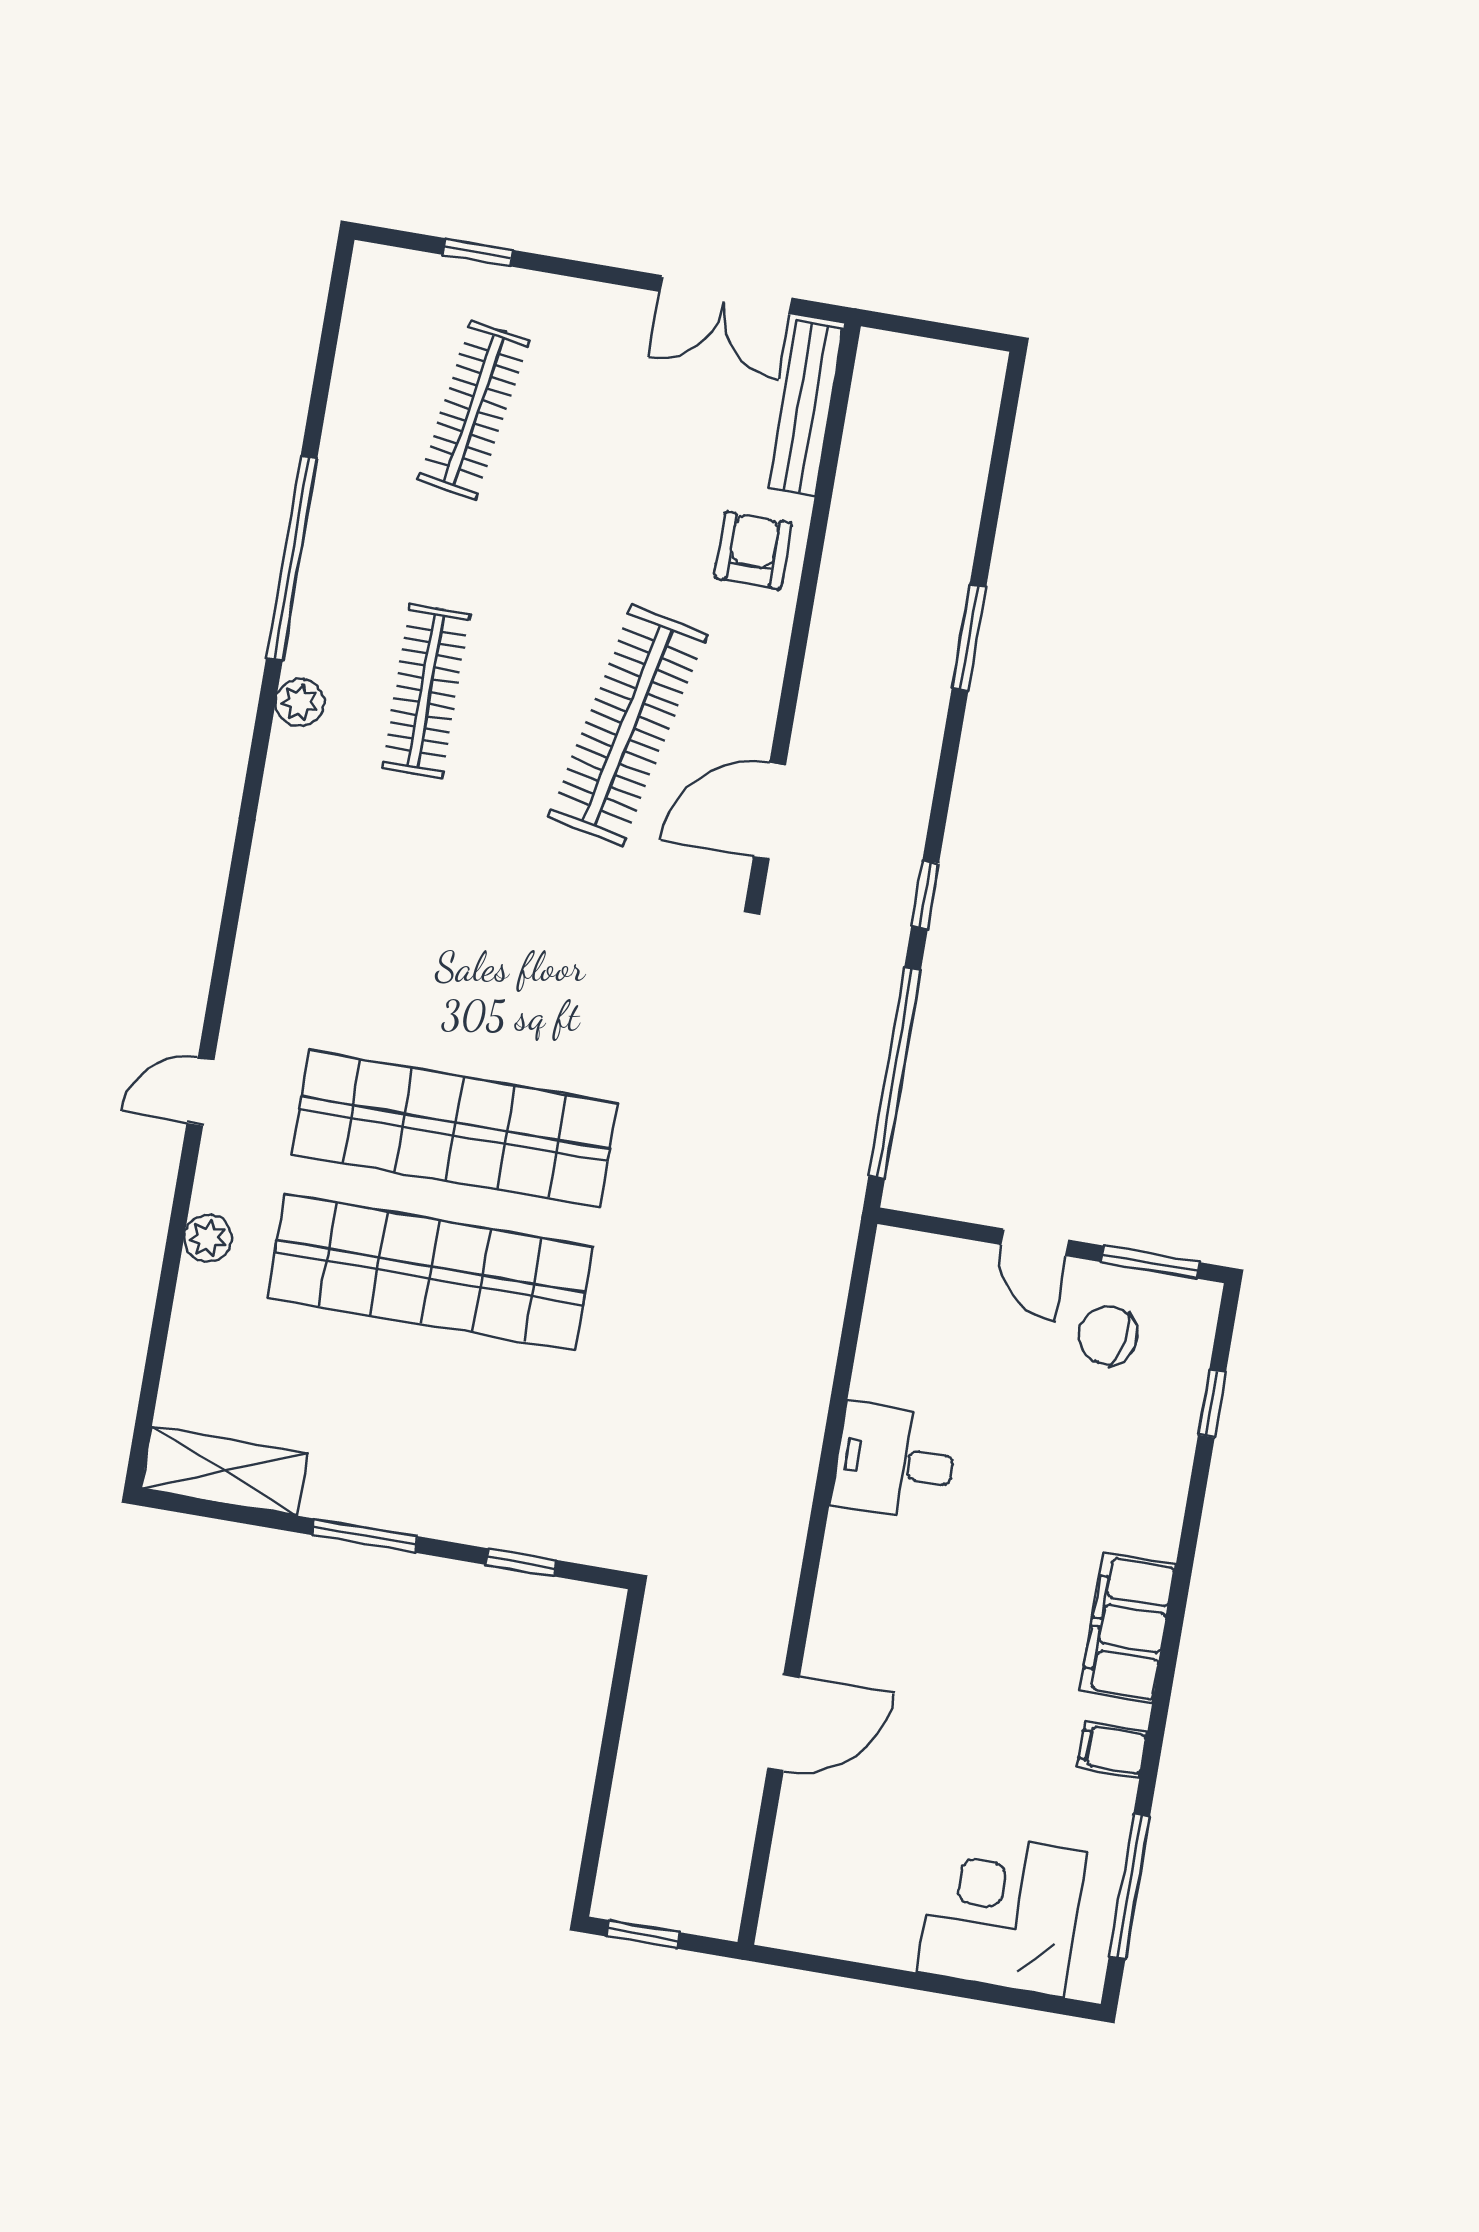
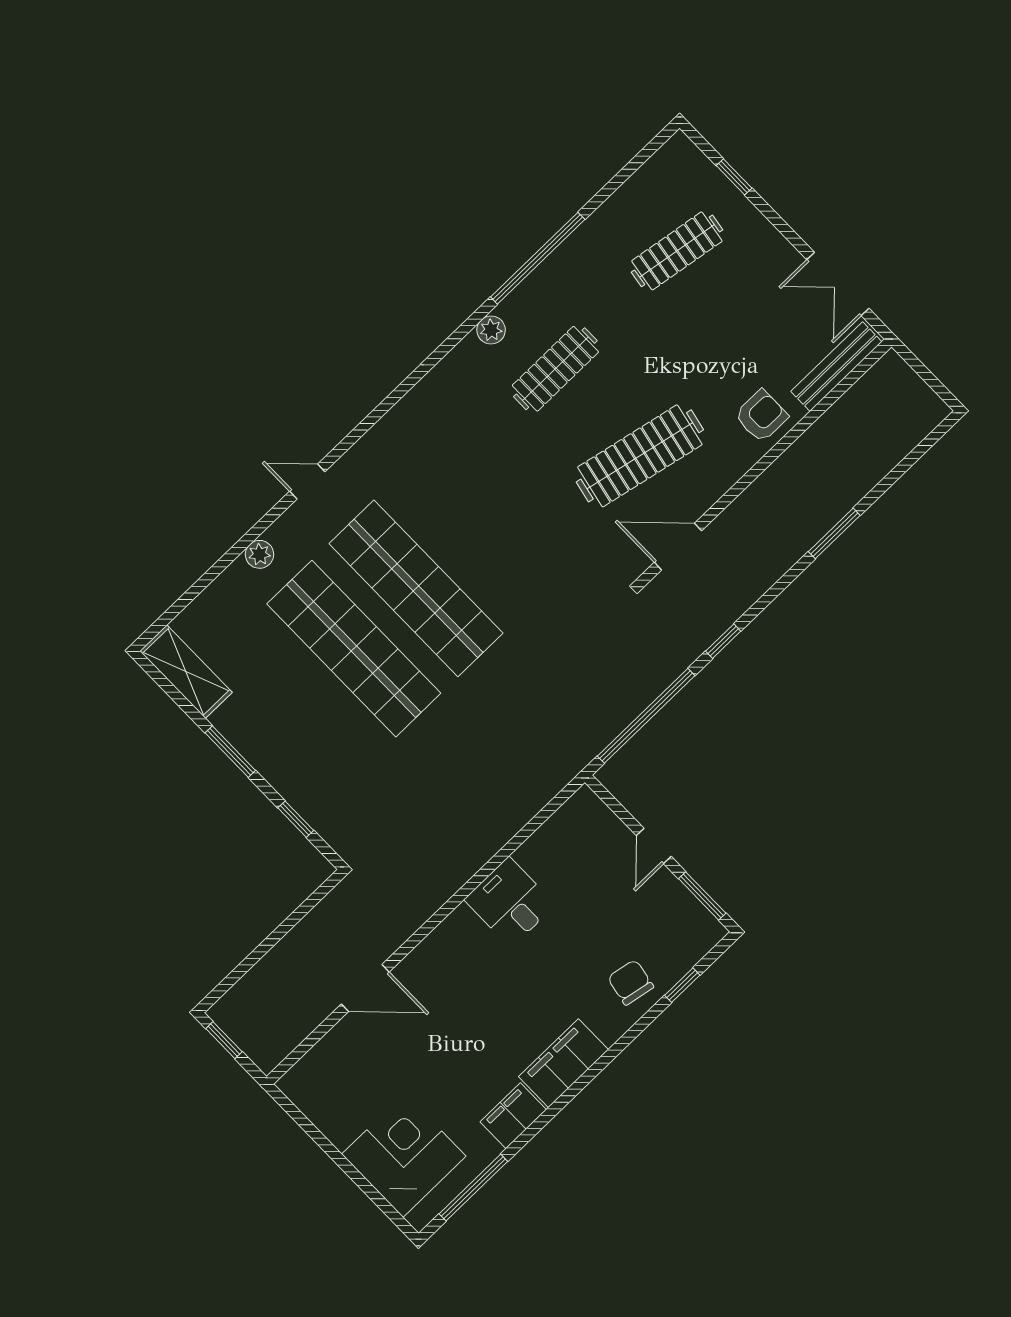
chair: (1108, 1335) -> (631, 982), moved
filing cabinet: (1112, 1749) -> (513, 1116), width x2.00

